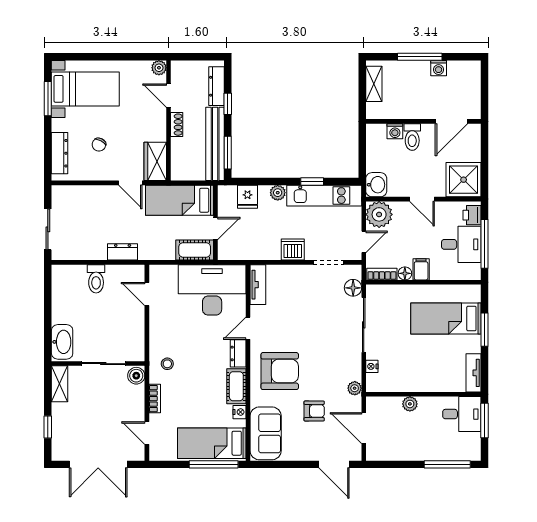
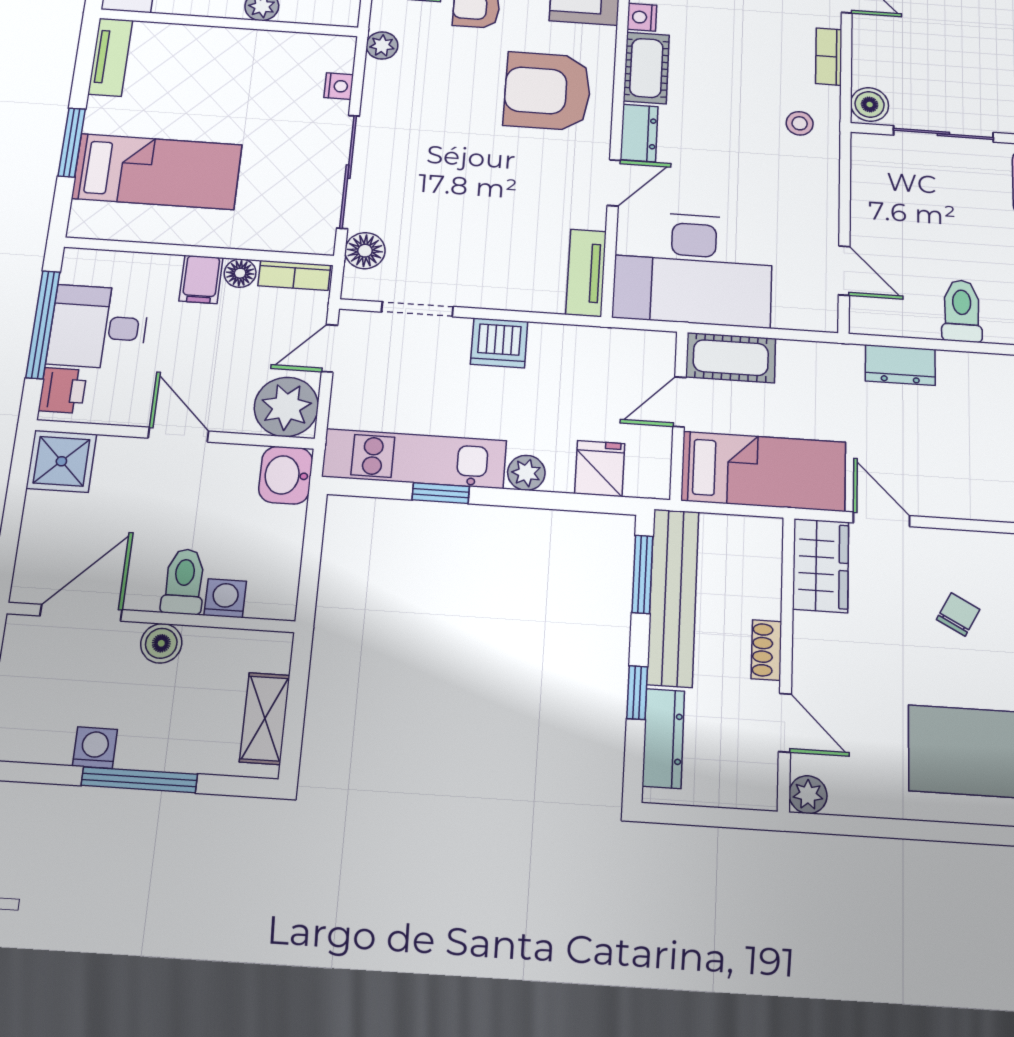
boiler: (418, 111) -> (161, 643), added
shower: (464, 180) -> (61, 461), width x0.73, depth x0.73

